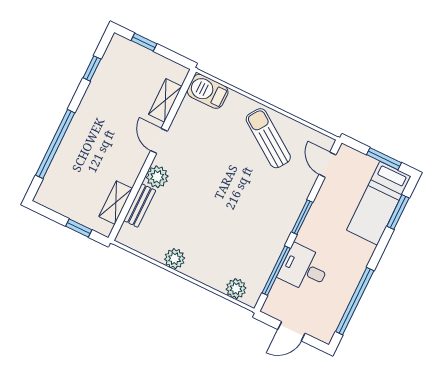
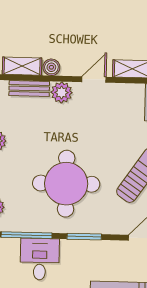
boiler: (129, 176) -> (51, 67), added
round table: (245, 211) -> (66, 184), added

